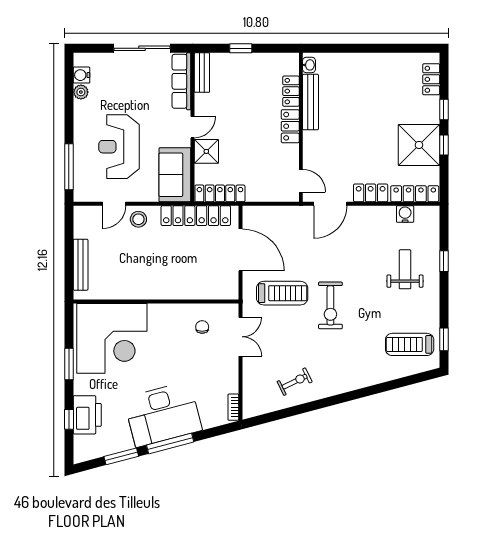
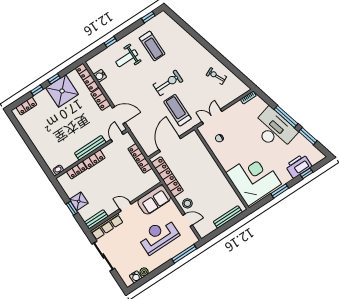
bench: (310, 102) -> (90, 148), moved
reception desk: (119, 147) -> (158, 236), turned 180
shower: (206, 151) -> (79, 201), moved
locker: (220, 193) -> (140, 158), moved
treadmill: (410, 344) -> (152, 46), moved

